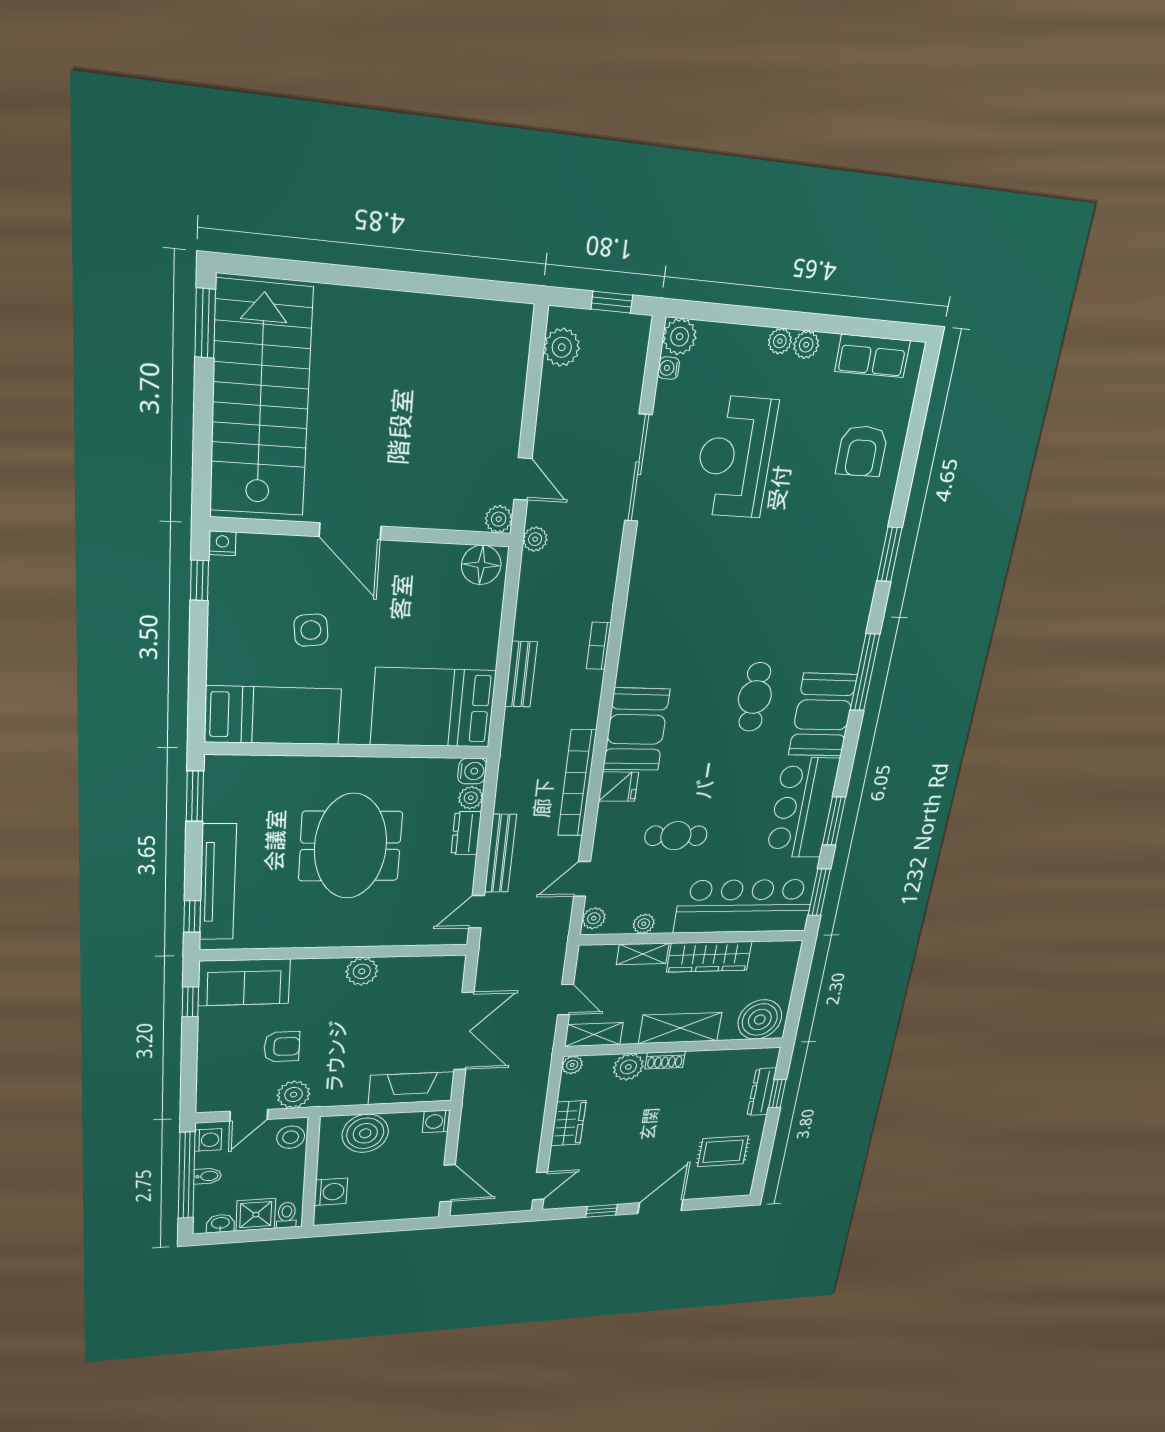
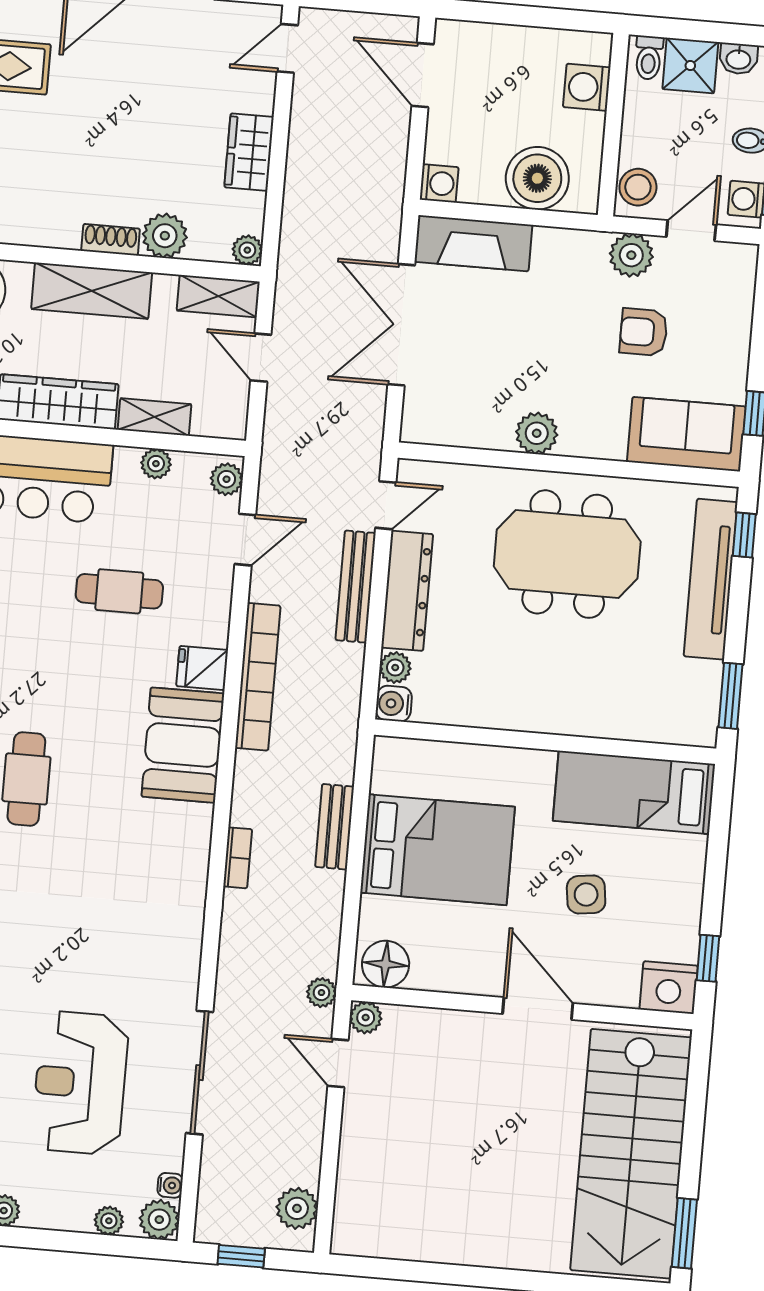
plant: (780, 341) -> (109, 1221), moved
reception desk: (735, 457) -> (80, 1083), turned 180
nightstand: (222, 543) -> (669, 988), width x1.89, depth x1.79
bed: (433, 708) -> (438, 850), moved
dresser: (466, 833) -> (407, 591), width x1.96, depth x1.24
meeting table: (351, 846) -> (567, 554), moved, turned 90

